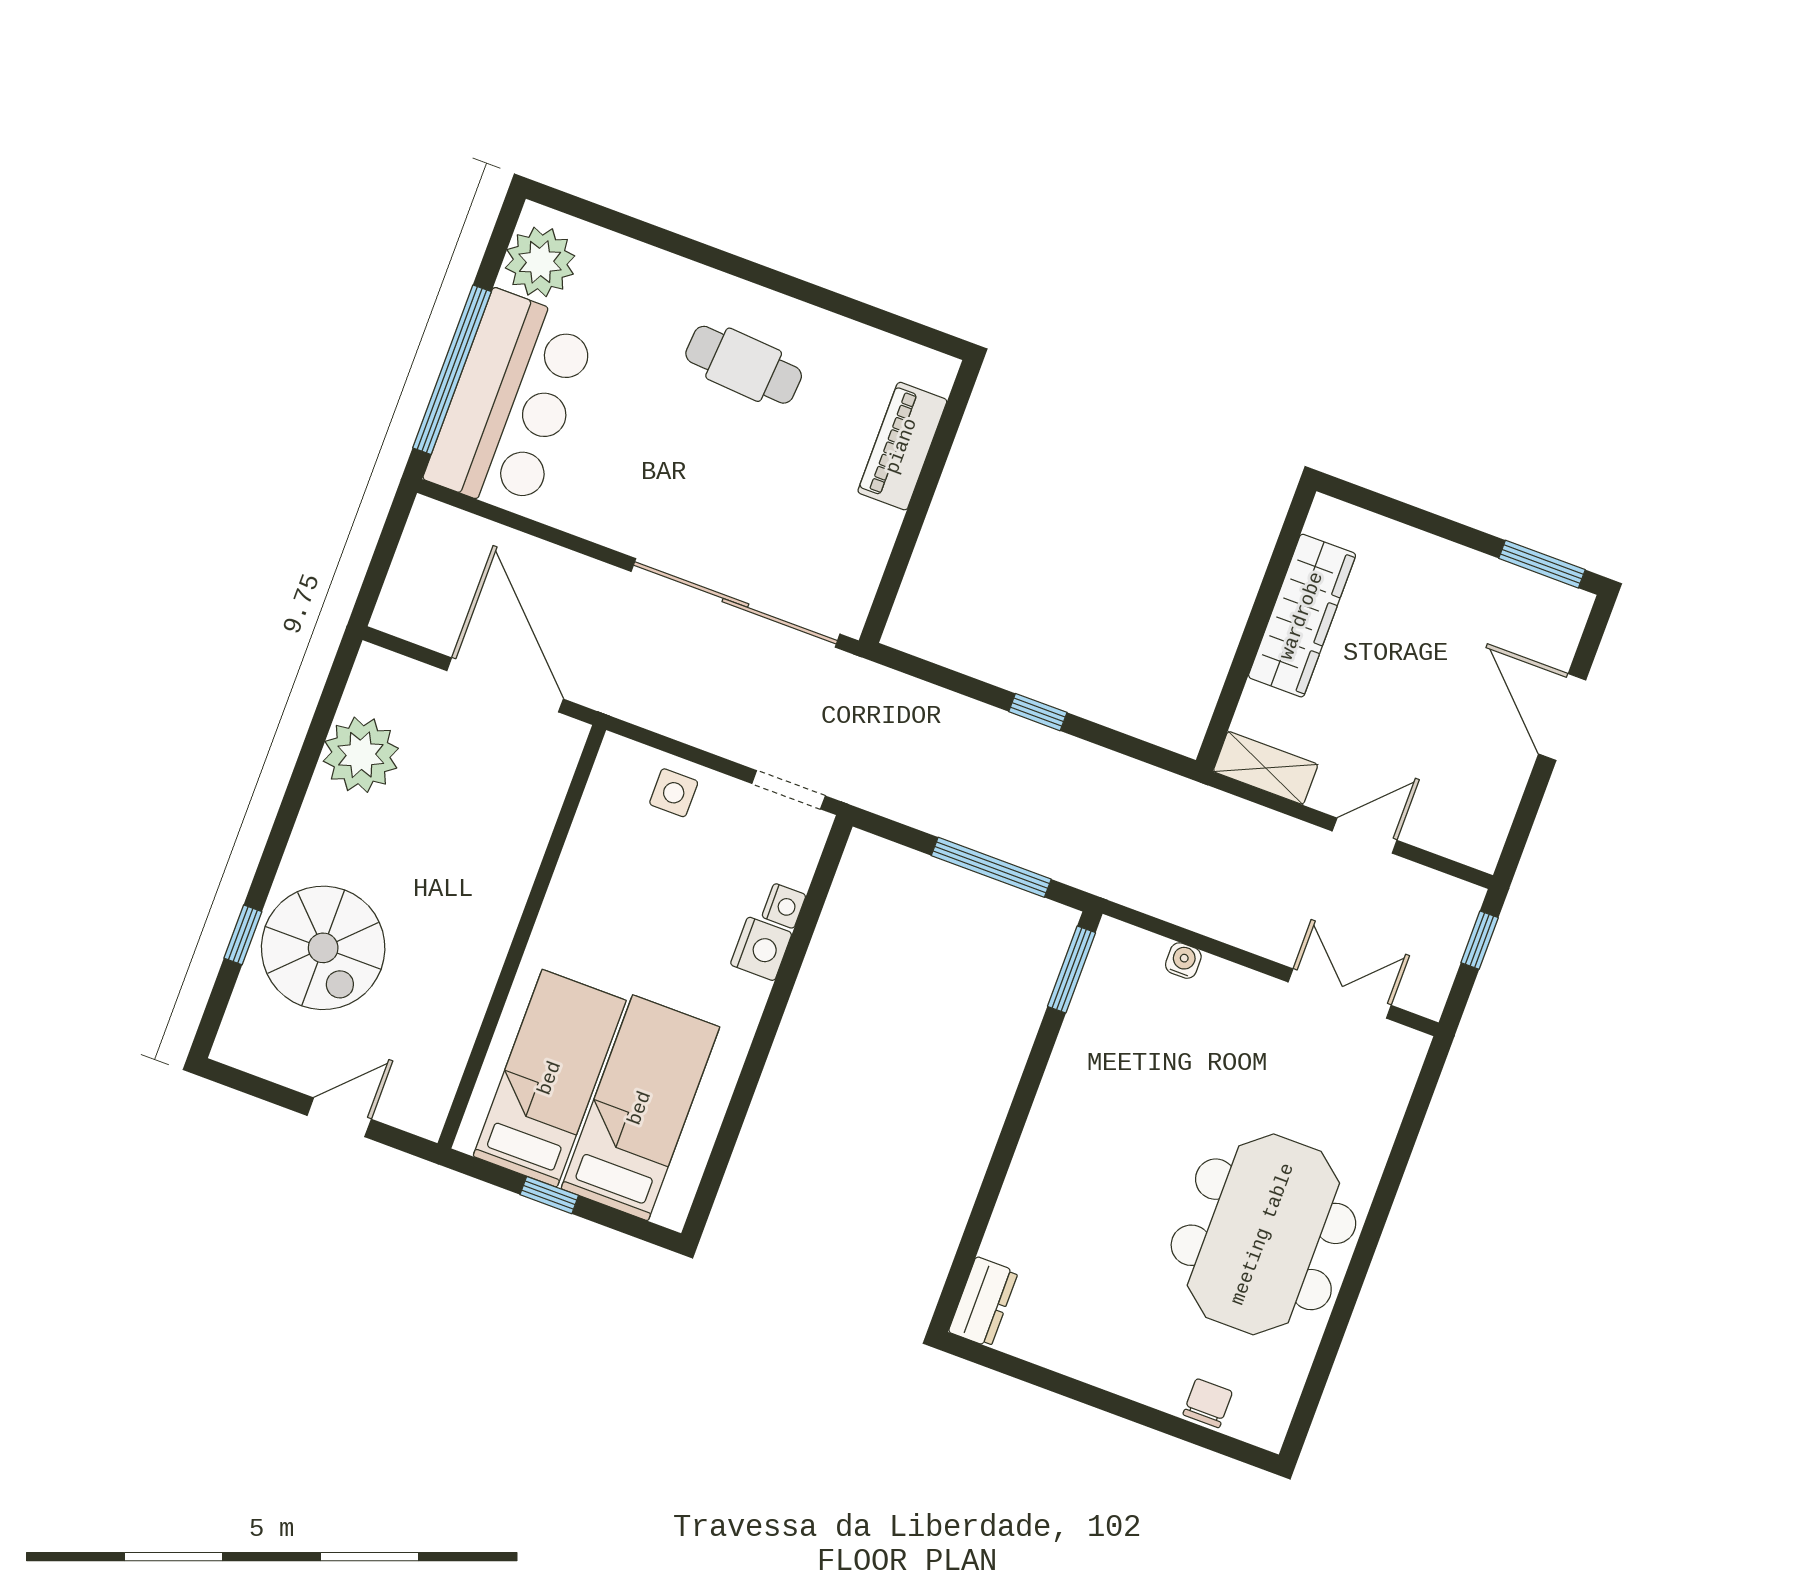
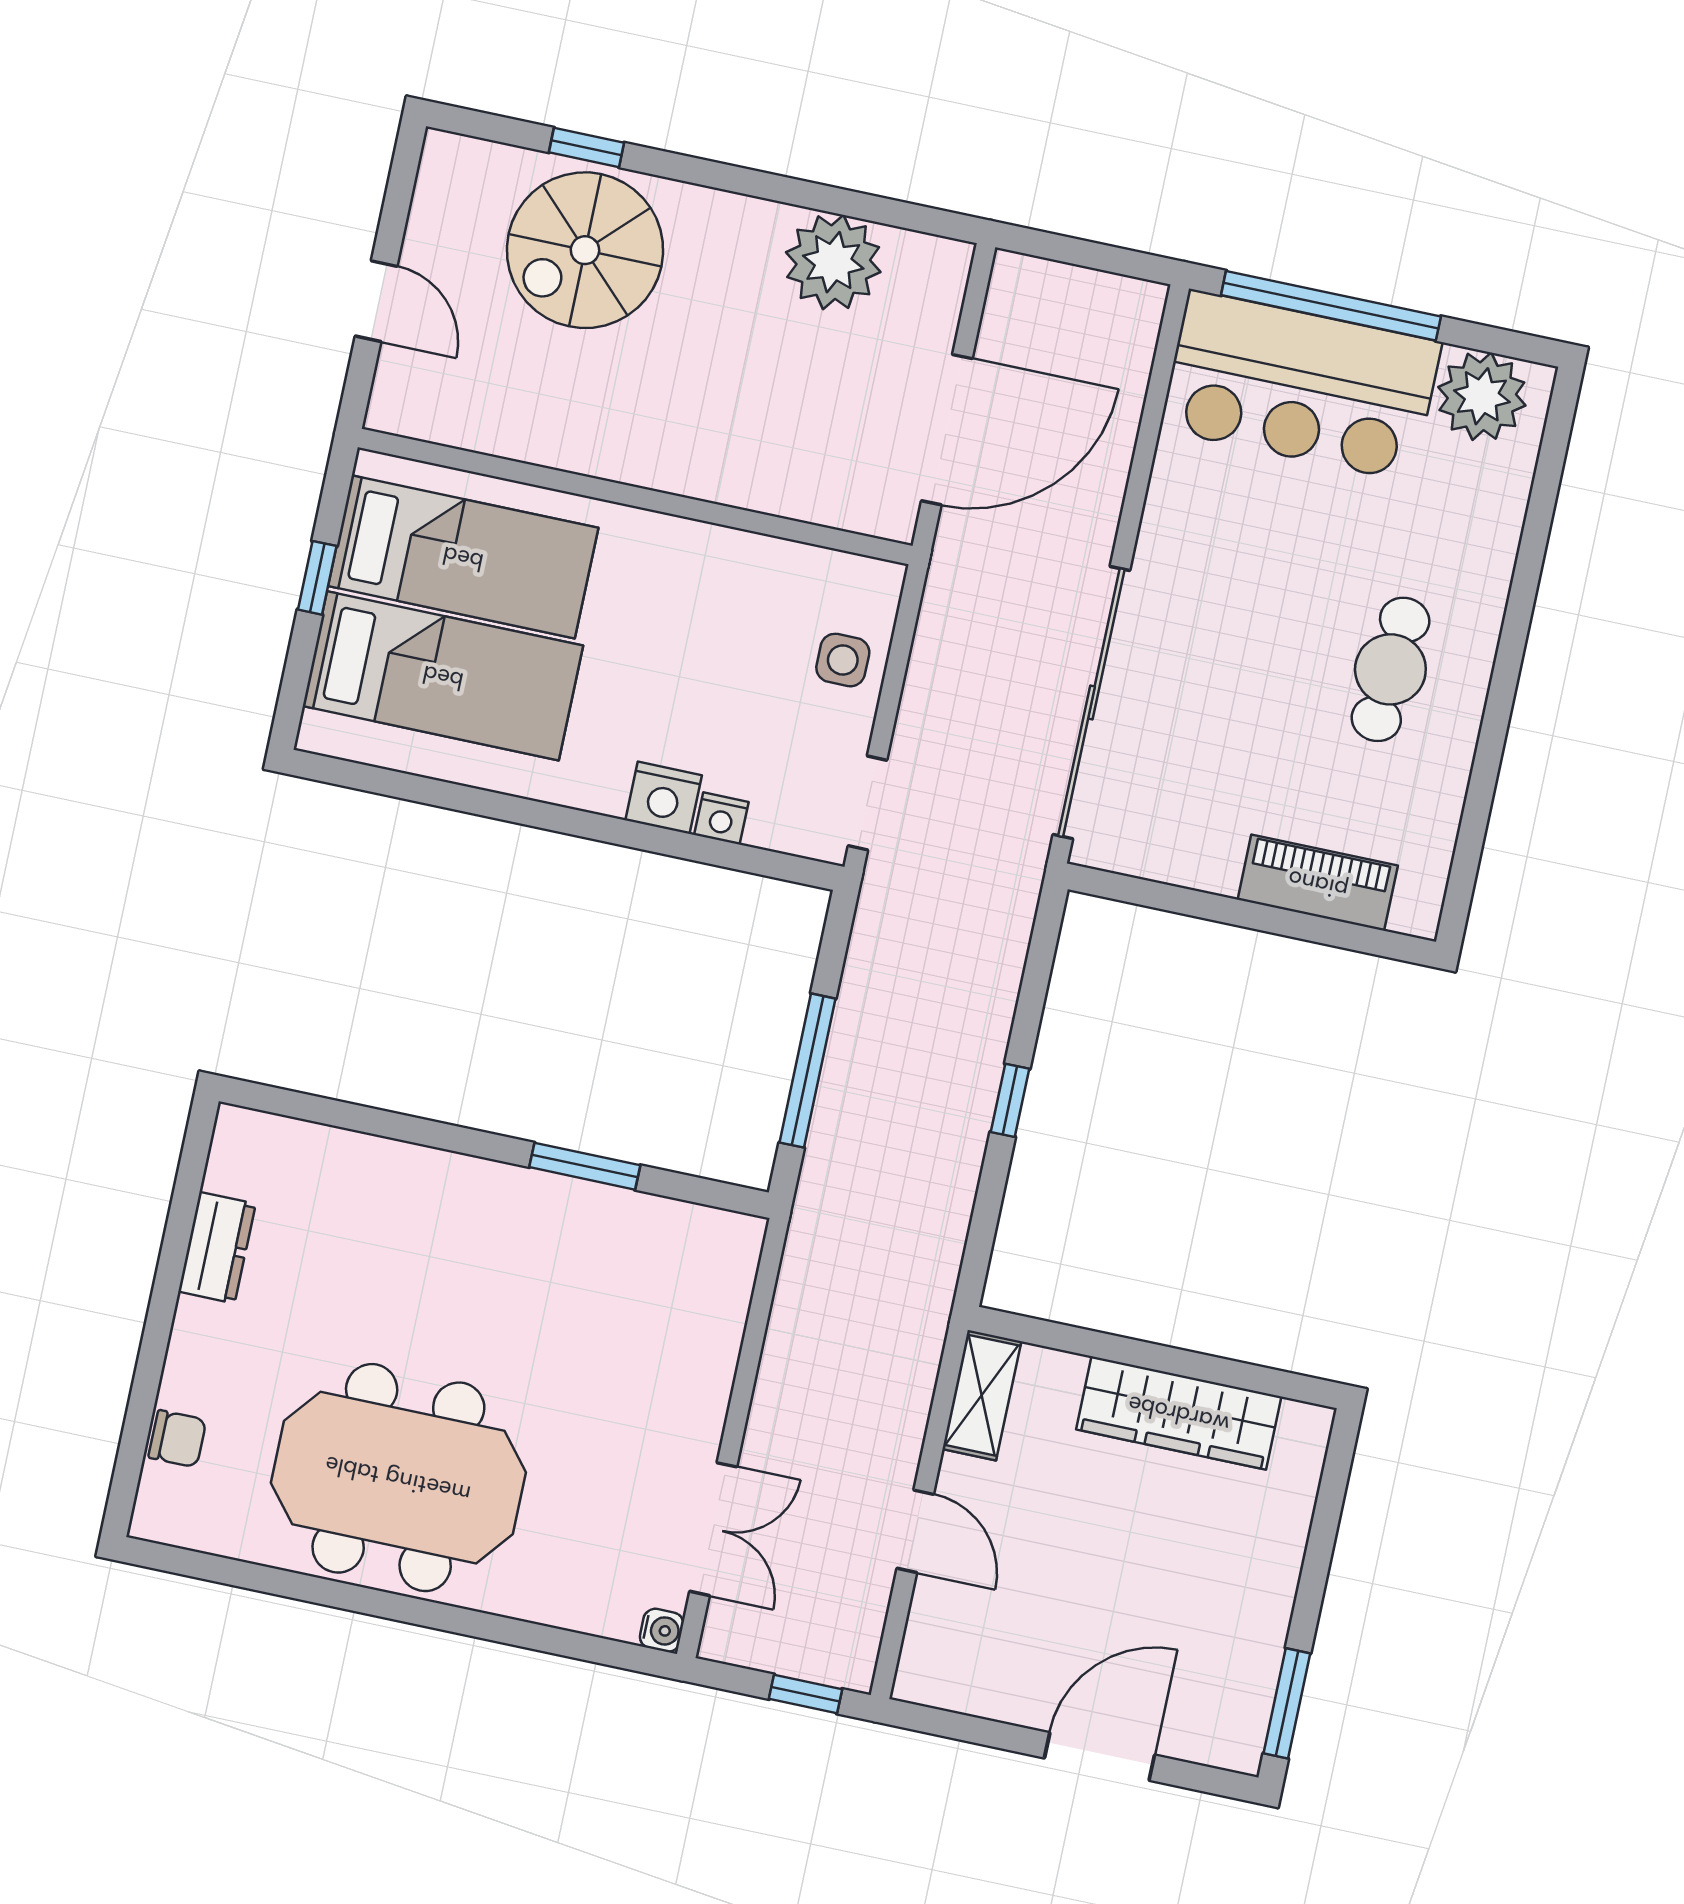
water cooler: (1183, 961) -> (662, 1630), moved
window: (1072, 969) -> (585, 1166), moved
dresser: (983, 1302) -> (217, 1248), moved, turned -90

